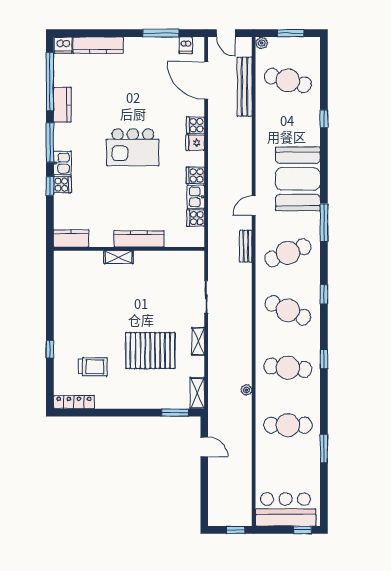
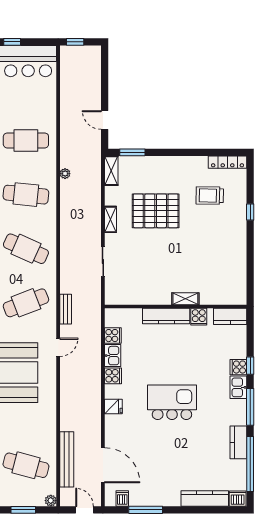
cooker: (196, 125) -> (199, 317), moved, turned 90

